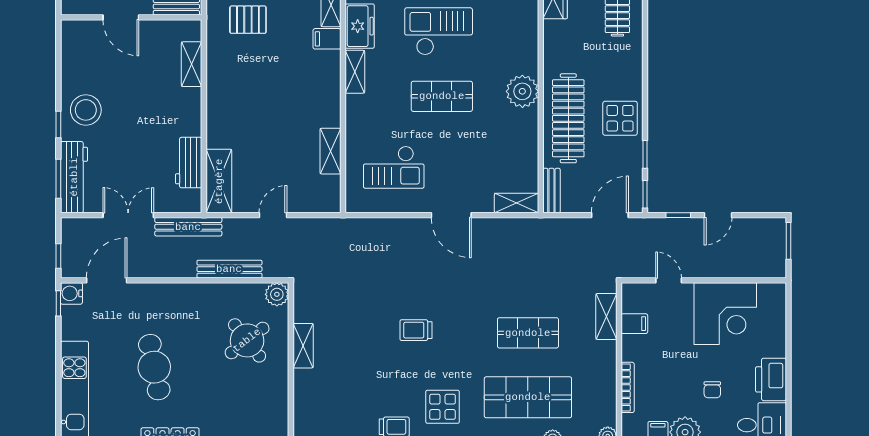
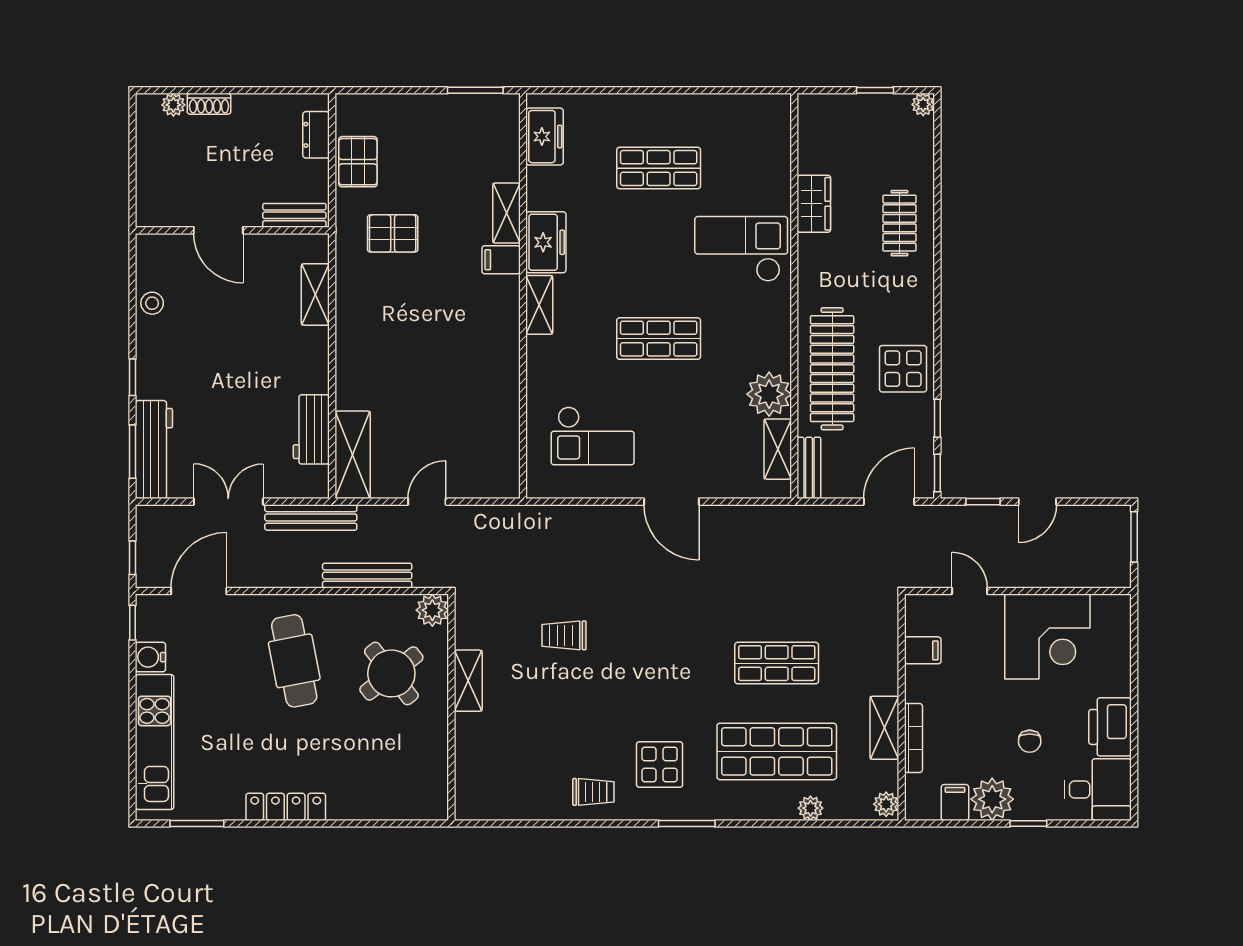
checkout: (439, 31) -> (741, 249), moved
plant: (522, 91) -> (769, 394), moved
stool: (86, 110) -> (152, 303), moved, width x0.53, depth x0.53
shelving: (330, 151) -> (506, 414), removed
shelving: (516, 203) -> (778, 449), moved, turned 90
water cooler: (71, 293) -> (150, 657), moved
shelving: (606, 316) -> (884, 728), moved
trolley: (416, 330) -> (564, 635), moved
cafe table: (154, 367) -> (294, 661), moved

